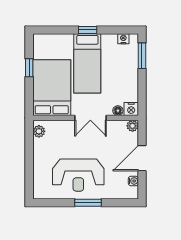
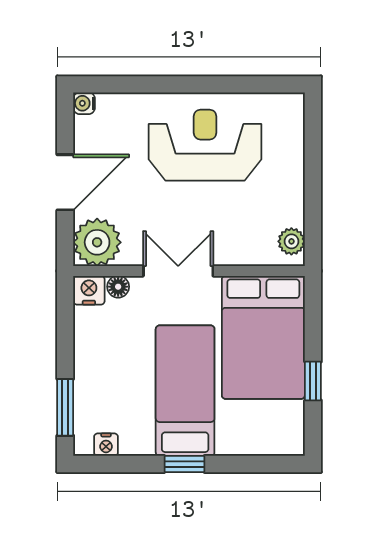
plant: (133, 126) -> (97, 242), width x1.88, depth x1.88
water cooler: (133, 181) -> (84, 103), moved
window: (88, 203) -> (184, 84), removed

